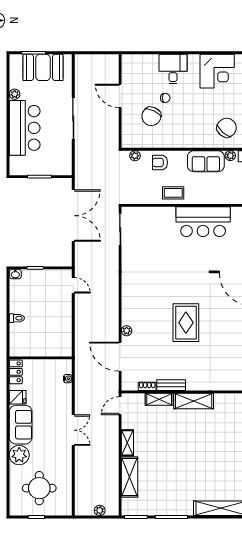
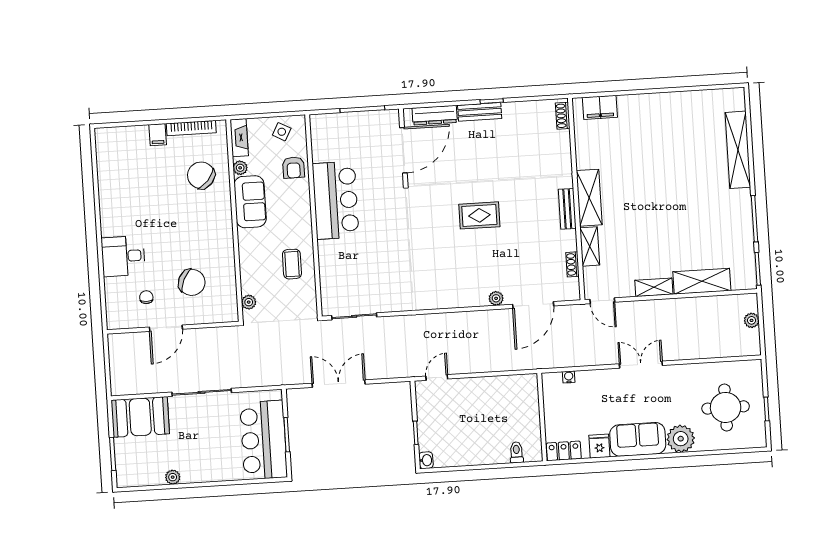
booth: (43, 67) -> (140, 417), moved, turned 90
corner desk: (217, 71) -> (122, 194), removed
chair: (165, 98) -> (146, 297), moved
bar counter: (25, 128) -> (264, 440), moved, turned -90
armchair: (160, 162) -> (294, 168), moved
coffee table: (173, 193) -> (292, 264), moved
double door: (73, 216) -> (339, 384), width x0.73
toilet: (17, 318) -> (516, 452), moved
rug: (186, 323) -> (479, 215), width x0.73, depth x0.70
bench: (171, 385) -> (567, 209), moved

